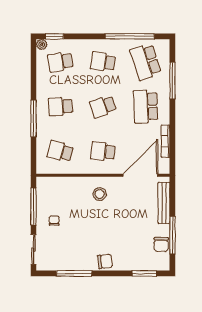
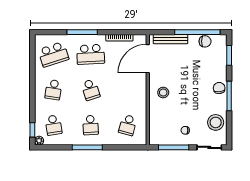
window: (130, 36) -> (32, 68), removed
window: (172, 81) -> (82, 32), moved
window: (33, 118) -> (87, 147), moved
school desk: (103, 151) -> (128, 90), removed
door: (140, 175) -> (148, 59), hinge flipped
window: (172, 235) -> (197, 32), width x1.46
stool: (64, 257) -> (216, 122), added
window: (74, 273) -> (229, 96), moved

